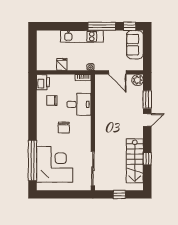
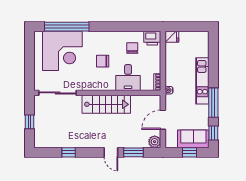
window: (147, 48) -> (189, 152), added
fridge: (62, 64) -> (172, 37), moved
stairs: (135, 161) -> (106, 104), moved, turned 180

